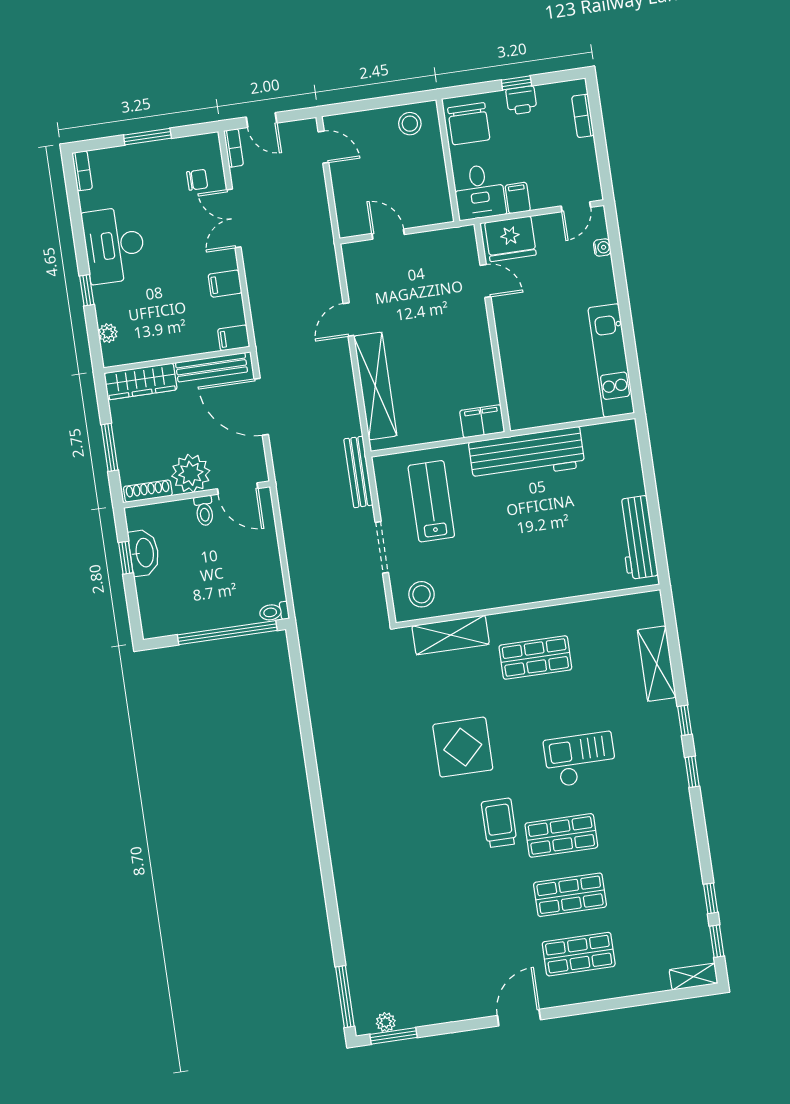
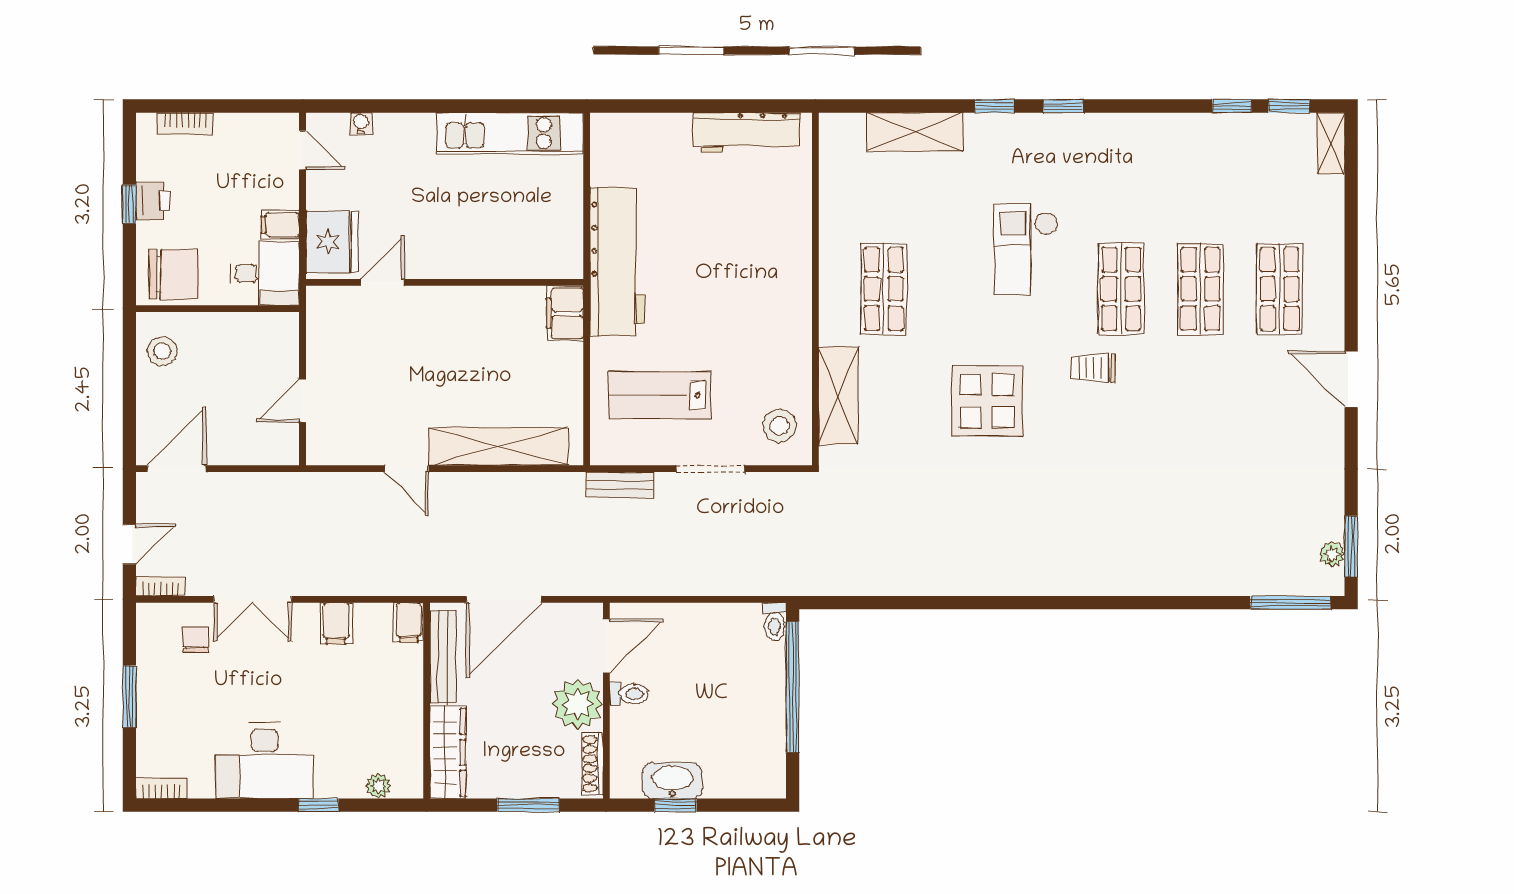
door: (323, 147) -> (177, 469), width x1.38
bench: (358, 472) -> (620, 485), width x0.73
trolley: (499, 823) -> (1093, 368), width x0.73, depth x0.72

